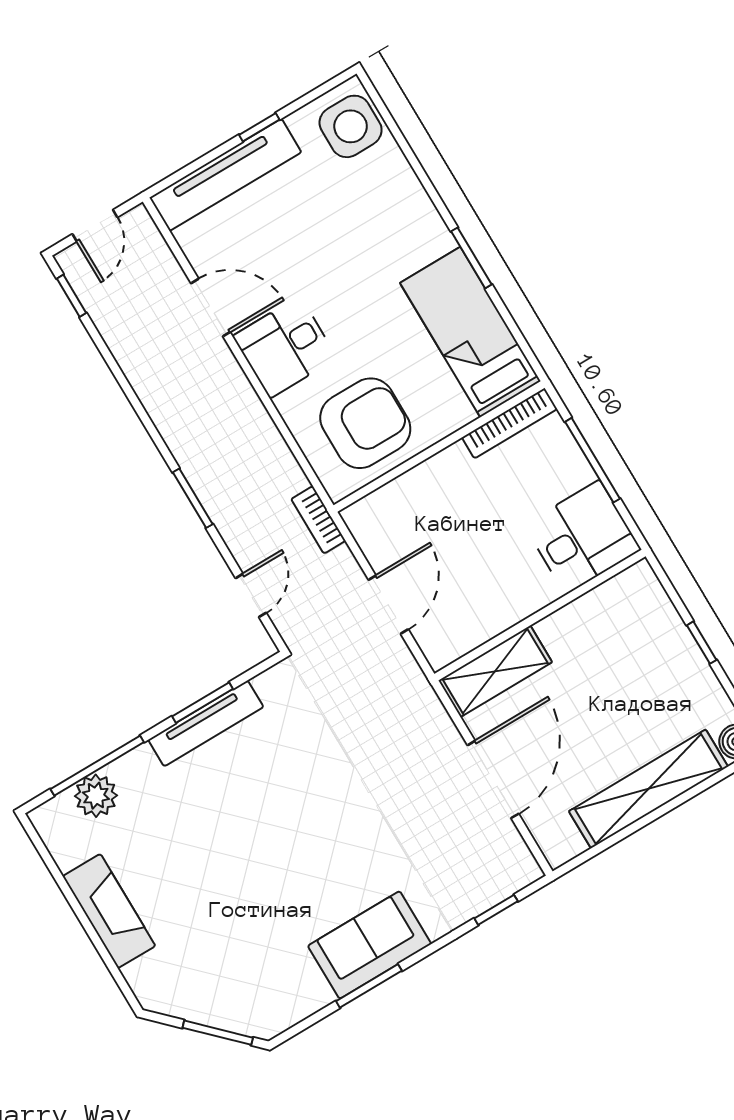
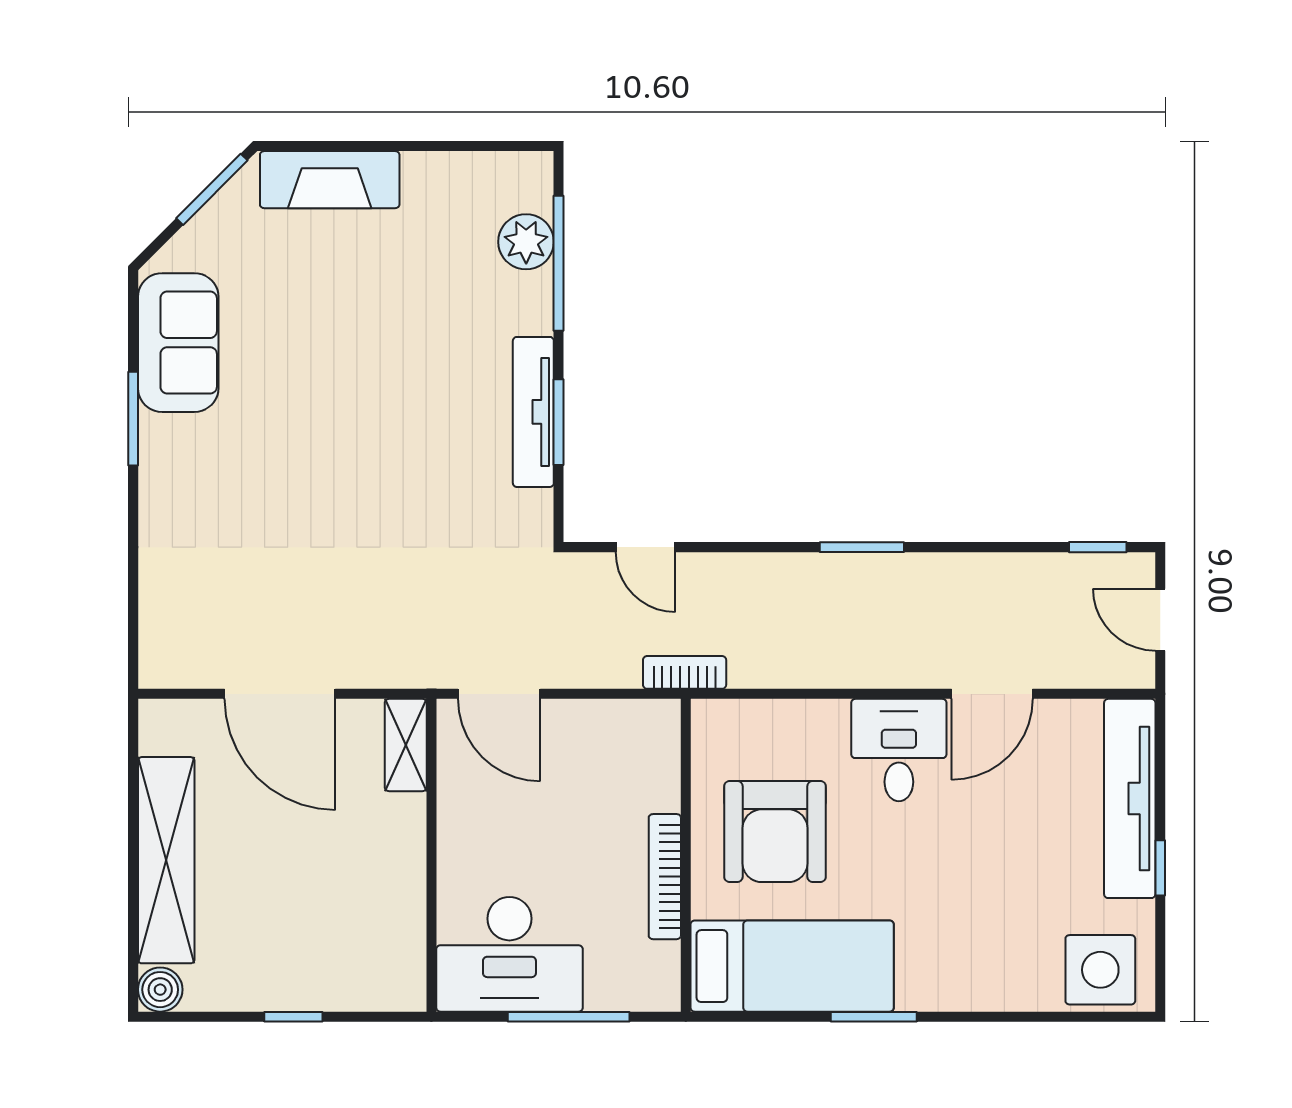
armchair: (365, 423) -> (775, 832), moved
bookcase: (510, 423) -> (665, 877), moved
window: (193, 498) -> (862, 547), moved
desk: (583, 537) -> (509, 954), width x1.37
door: (388, 605) -> (499, 694), moved
shelving: (495, 671) -> (406, 745), width x0.67, depth x0.75
window: (496, 910) -> (133, 610), removed
fireplace: (109, 911) -> (330, 180), moved
sofa: (370, 945) -> (178, 343), moved
window: (218, 1033) -> (212, 189), moved

